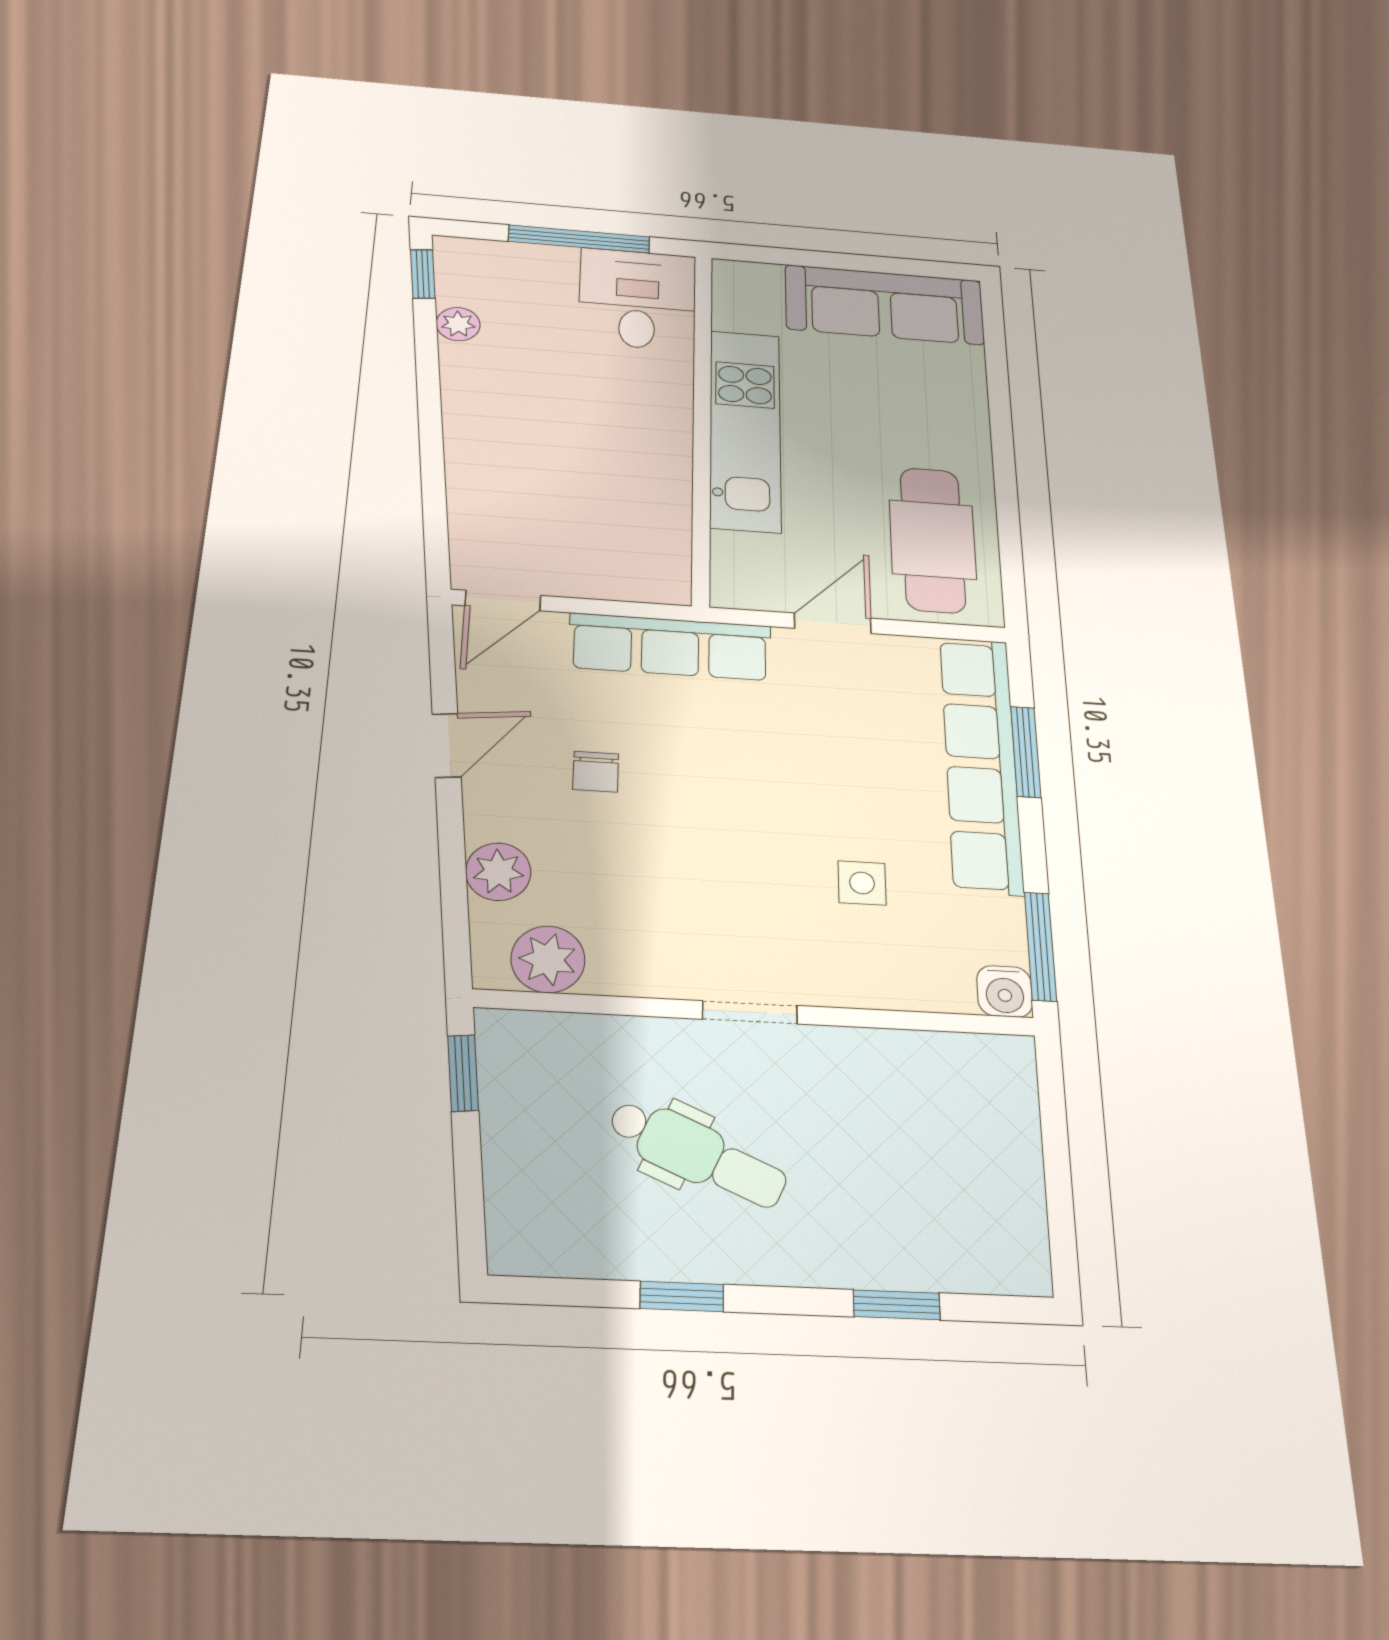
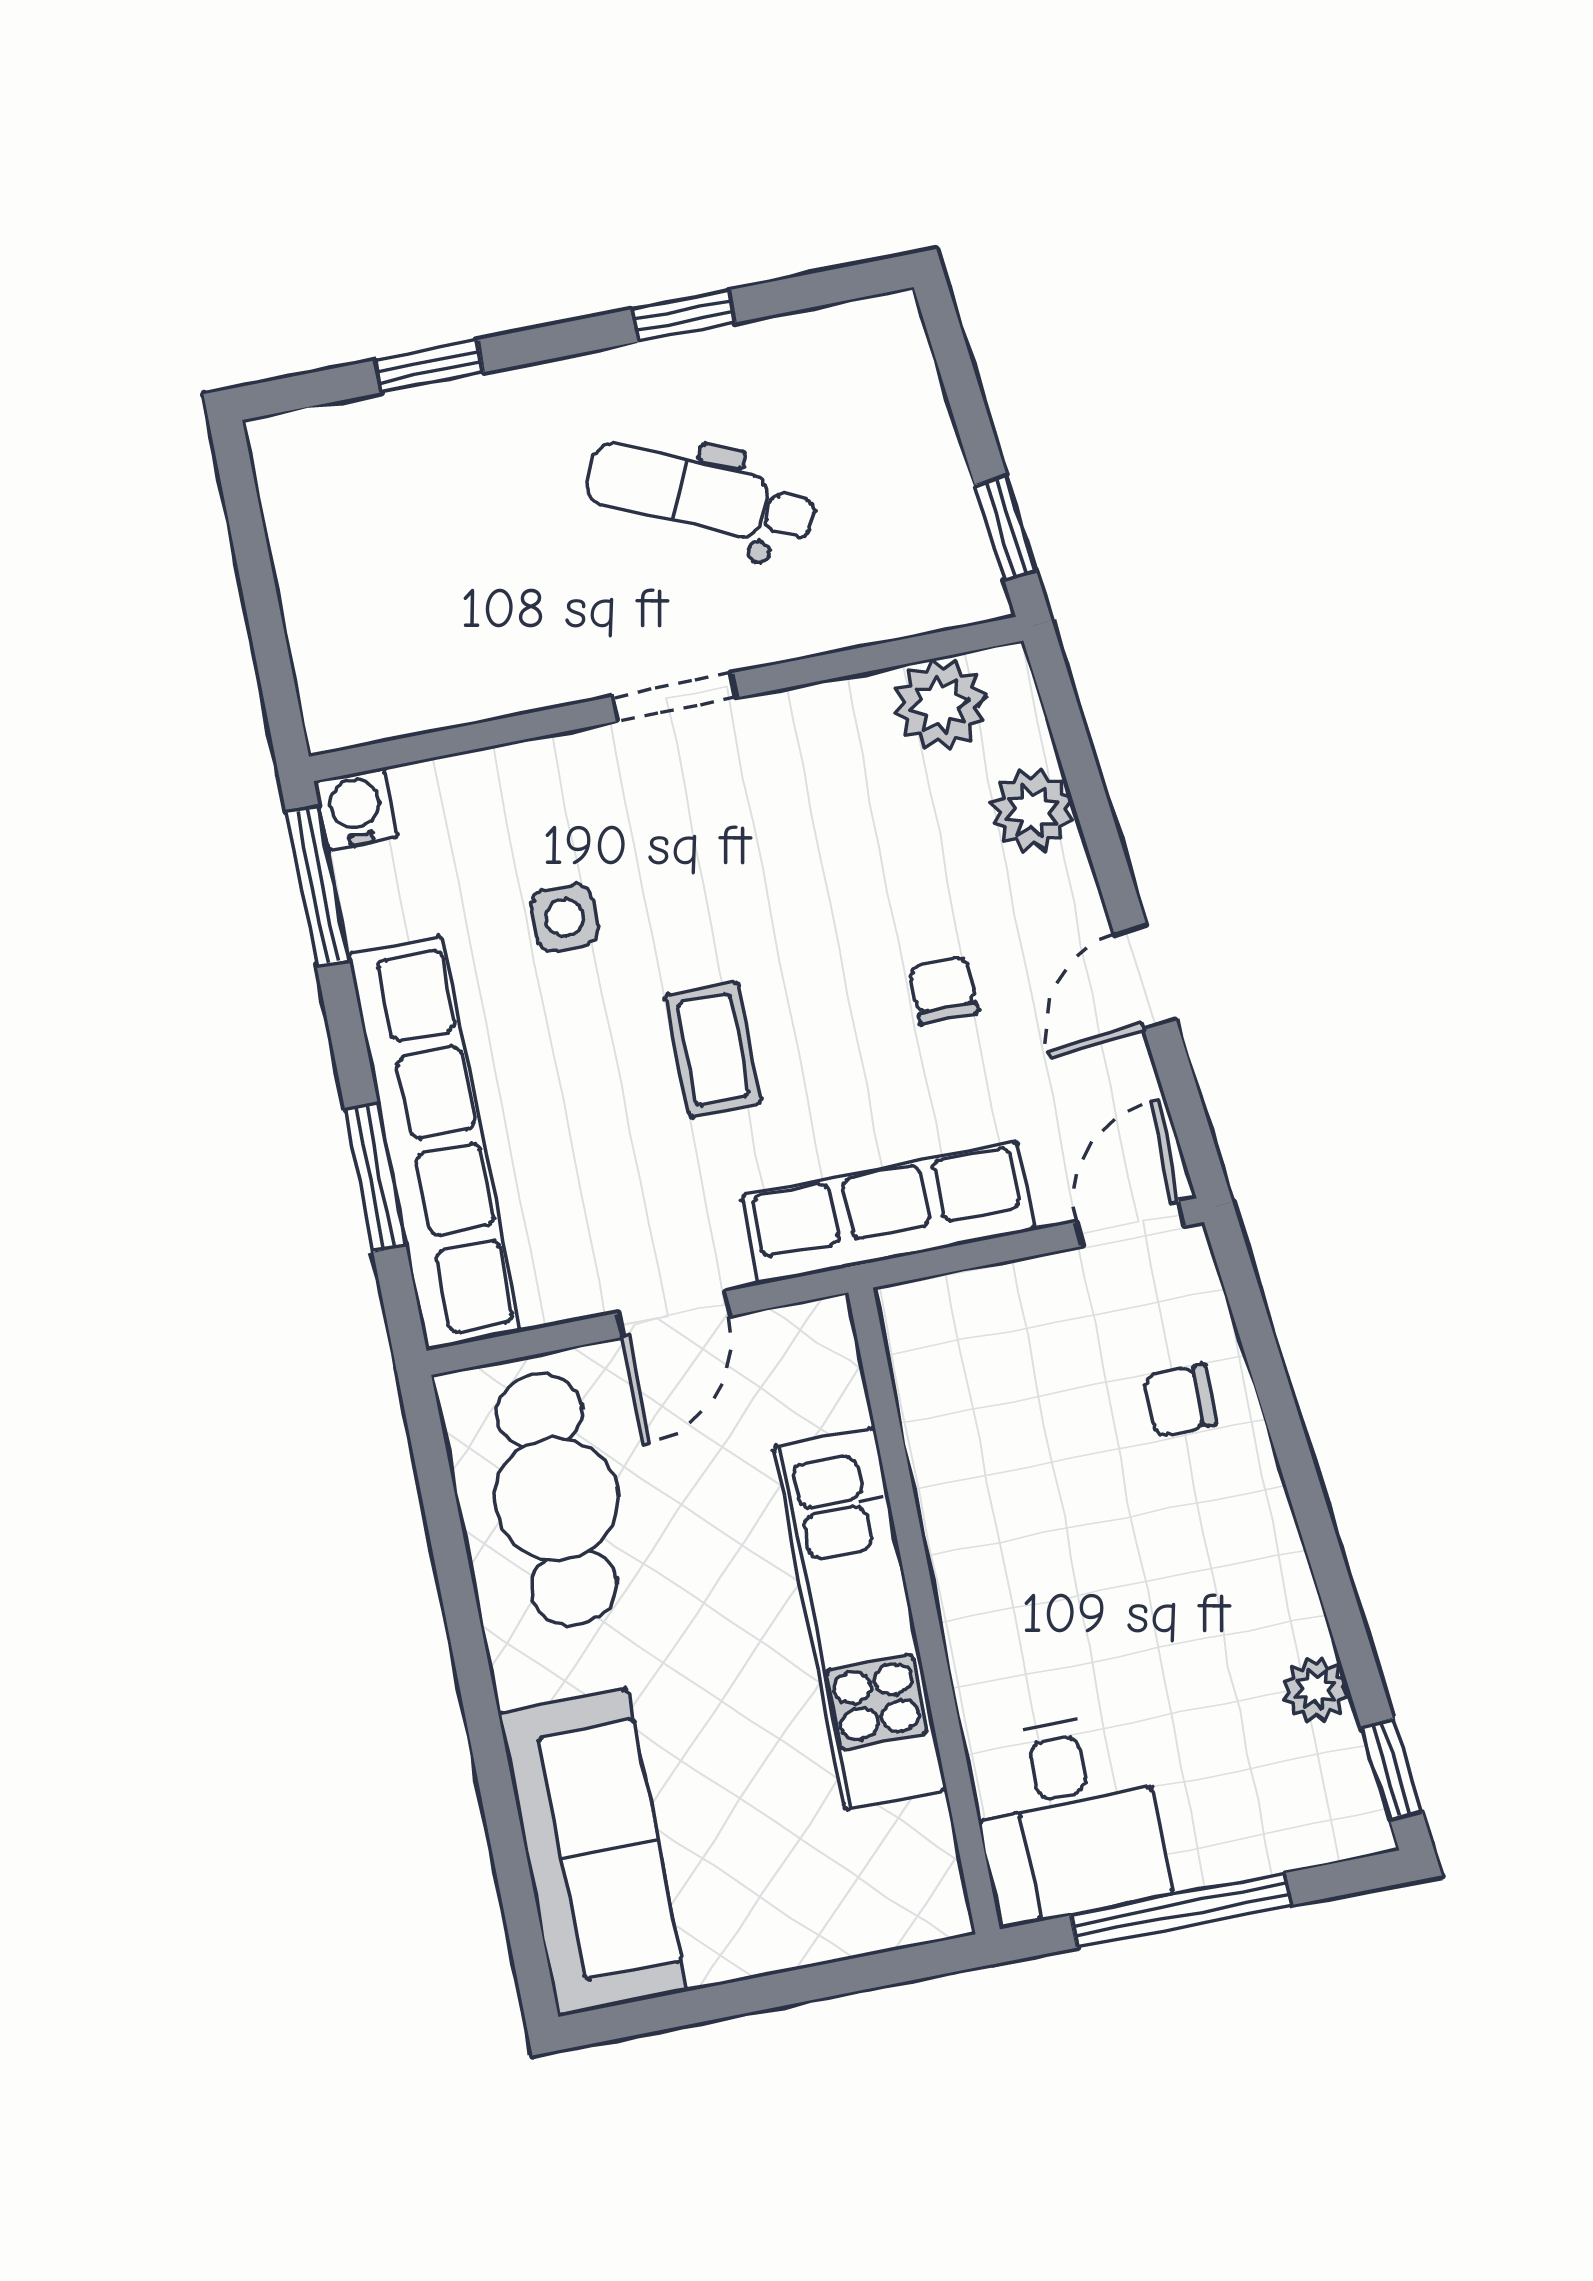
sofa: (885, 305) -> (593, 1853), moved, turned 90
chair: (499, 494) -> (1180, 1400), added
coffee table: (771, 774) -> (713, 1050), added

